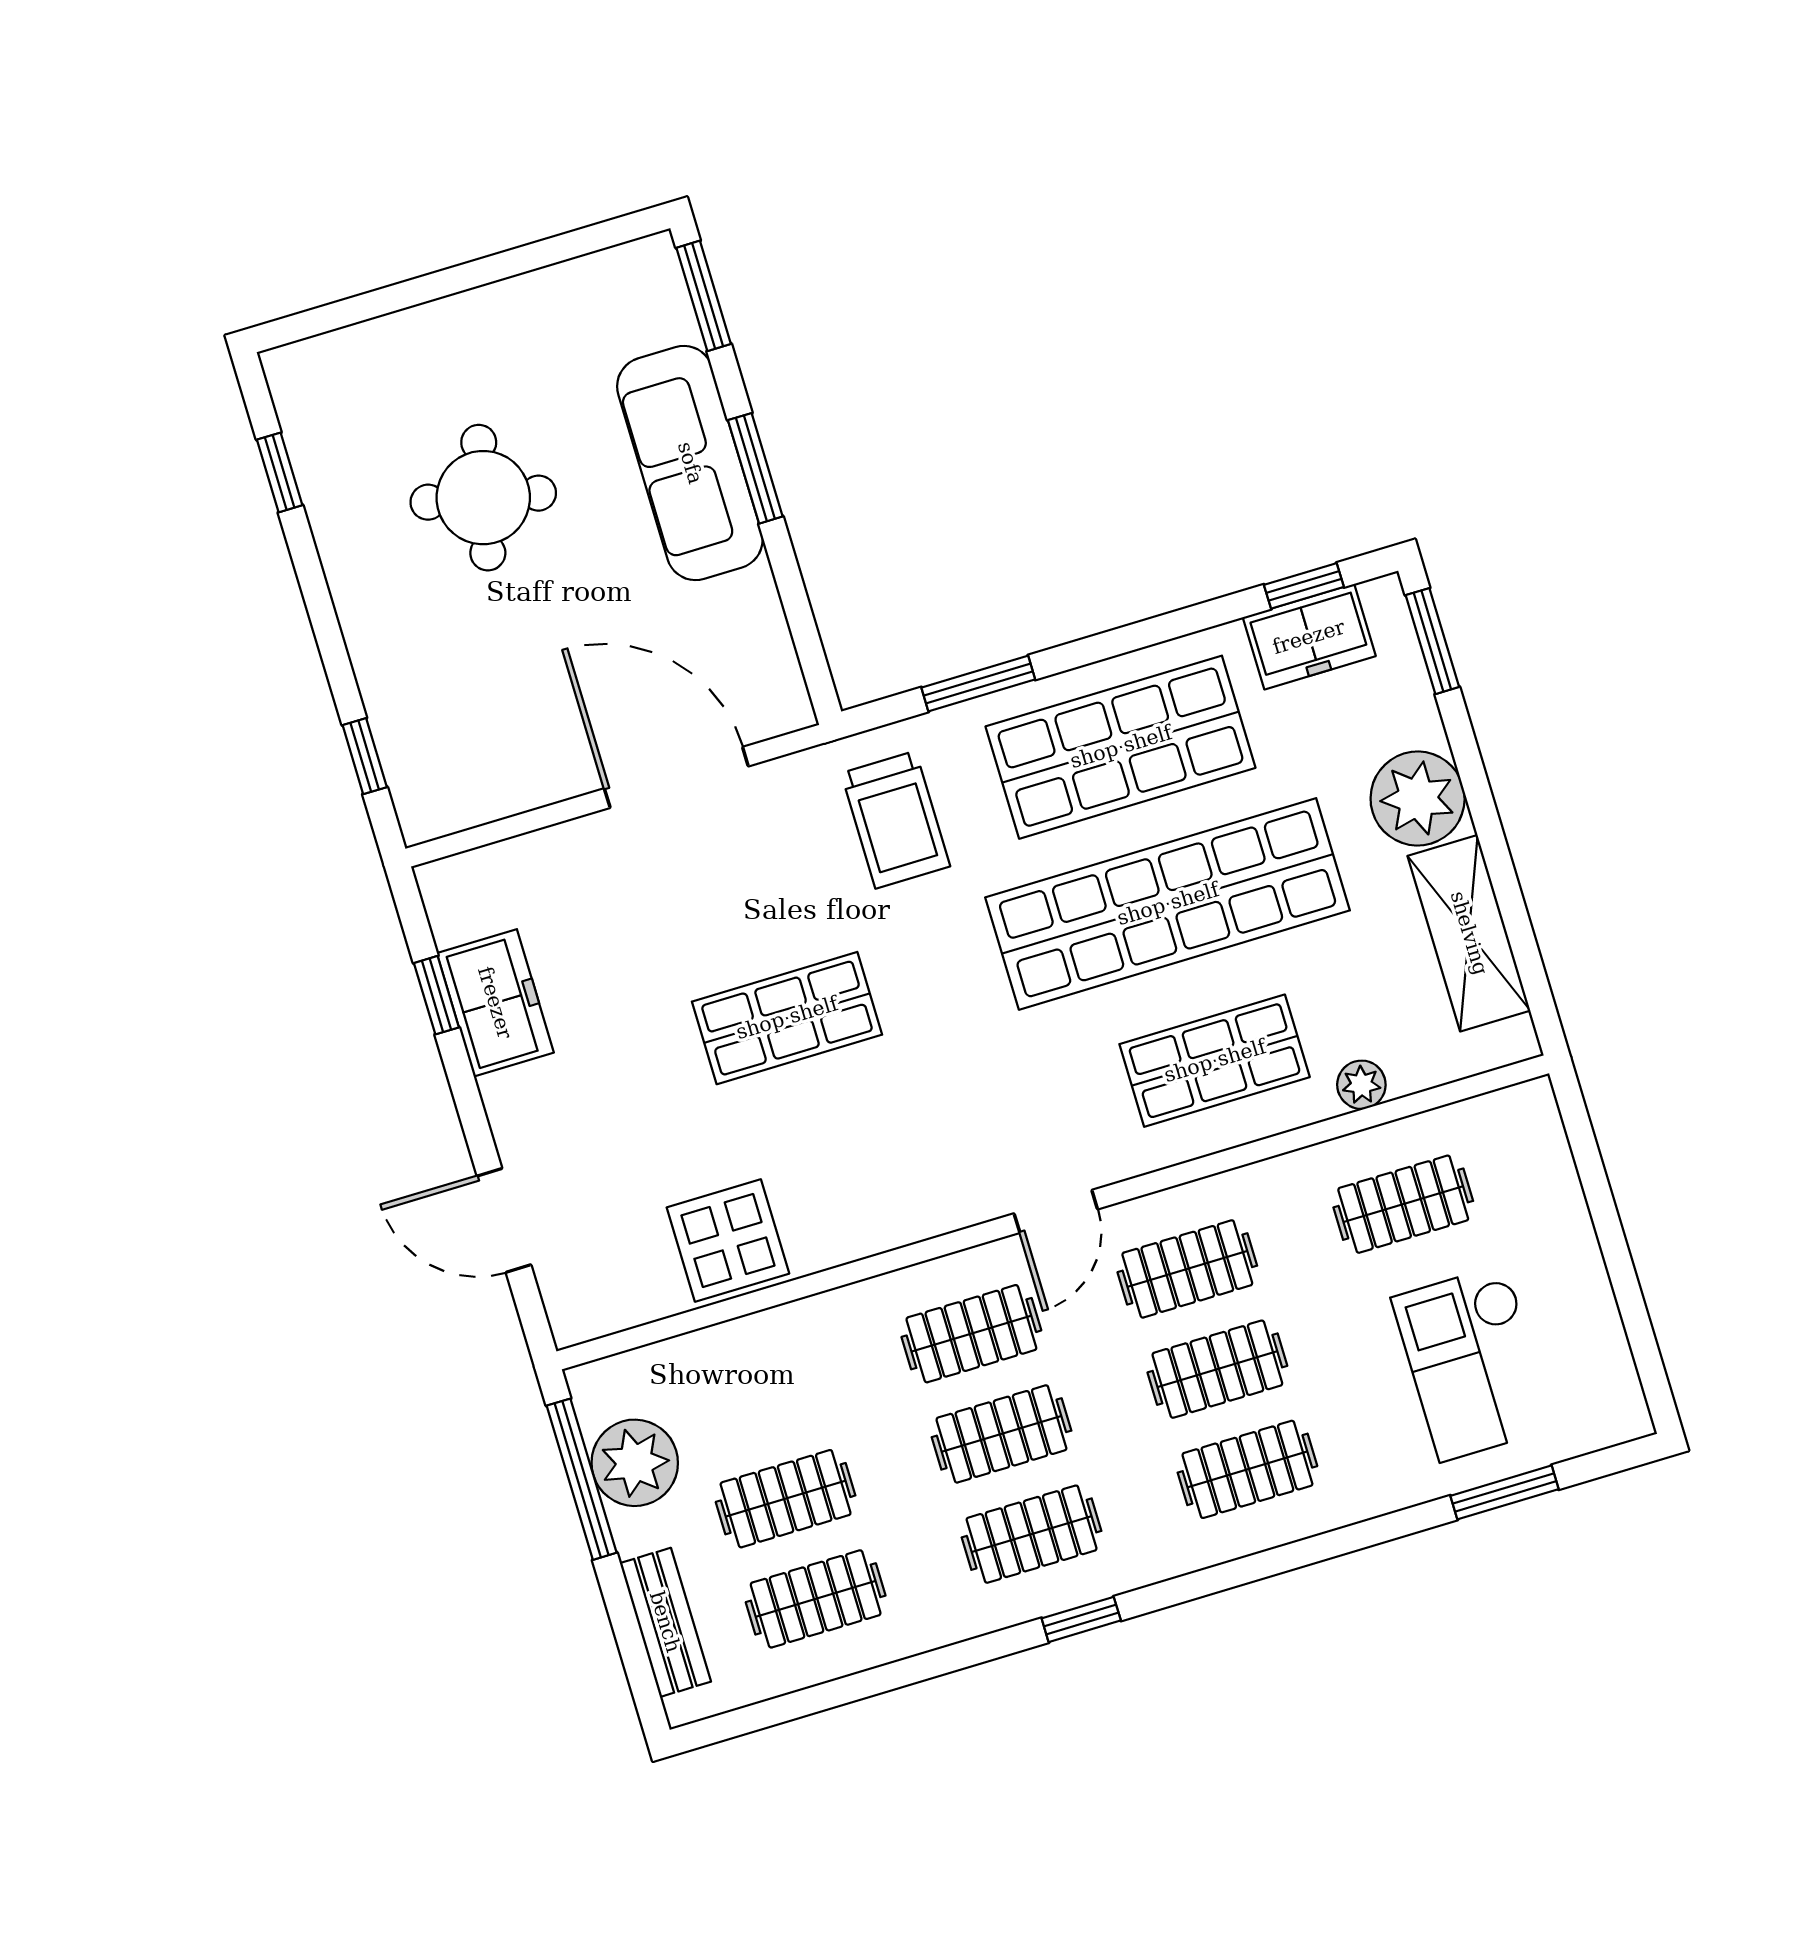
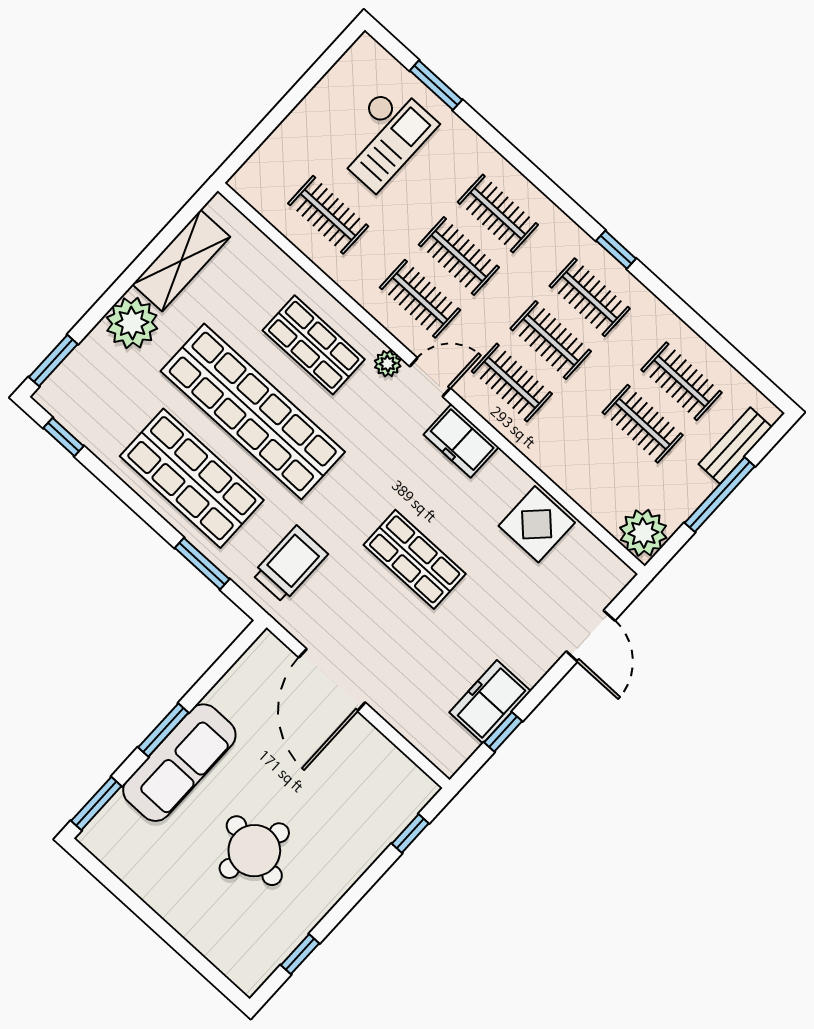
freezer: (1309, 637) -> (461, 441), moved, turned 180
plant: (1361, 1085) -> (388, 364), moved
plant: (635, 1463) -> (643, 533), moved
window: (582, 1479) -> (720, 495), moved

